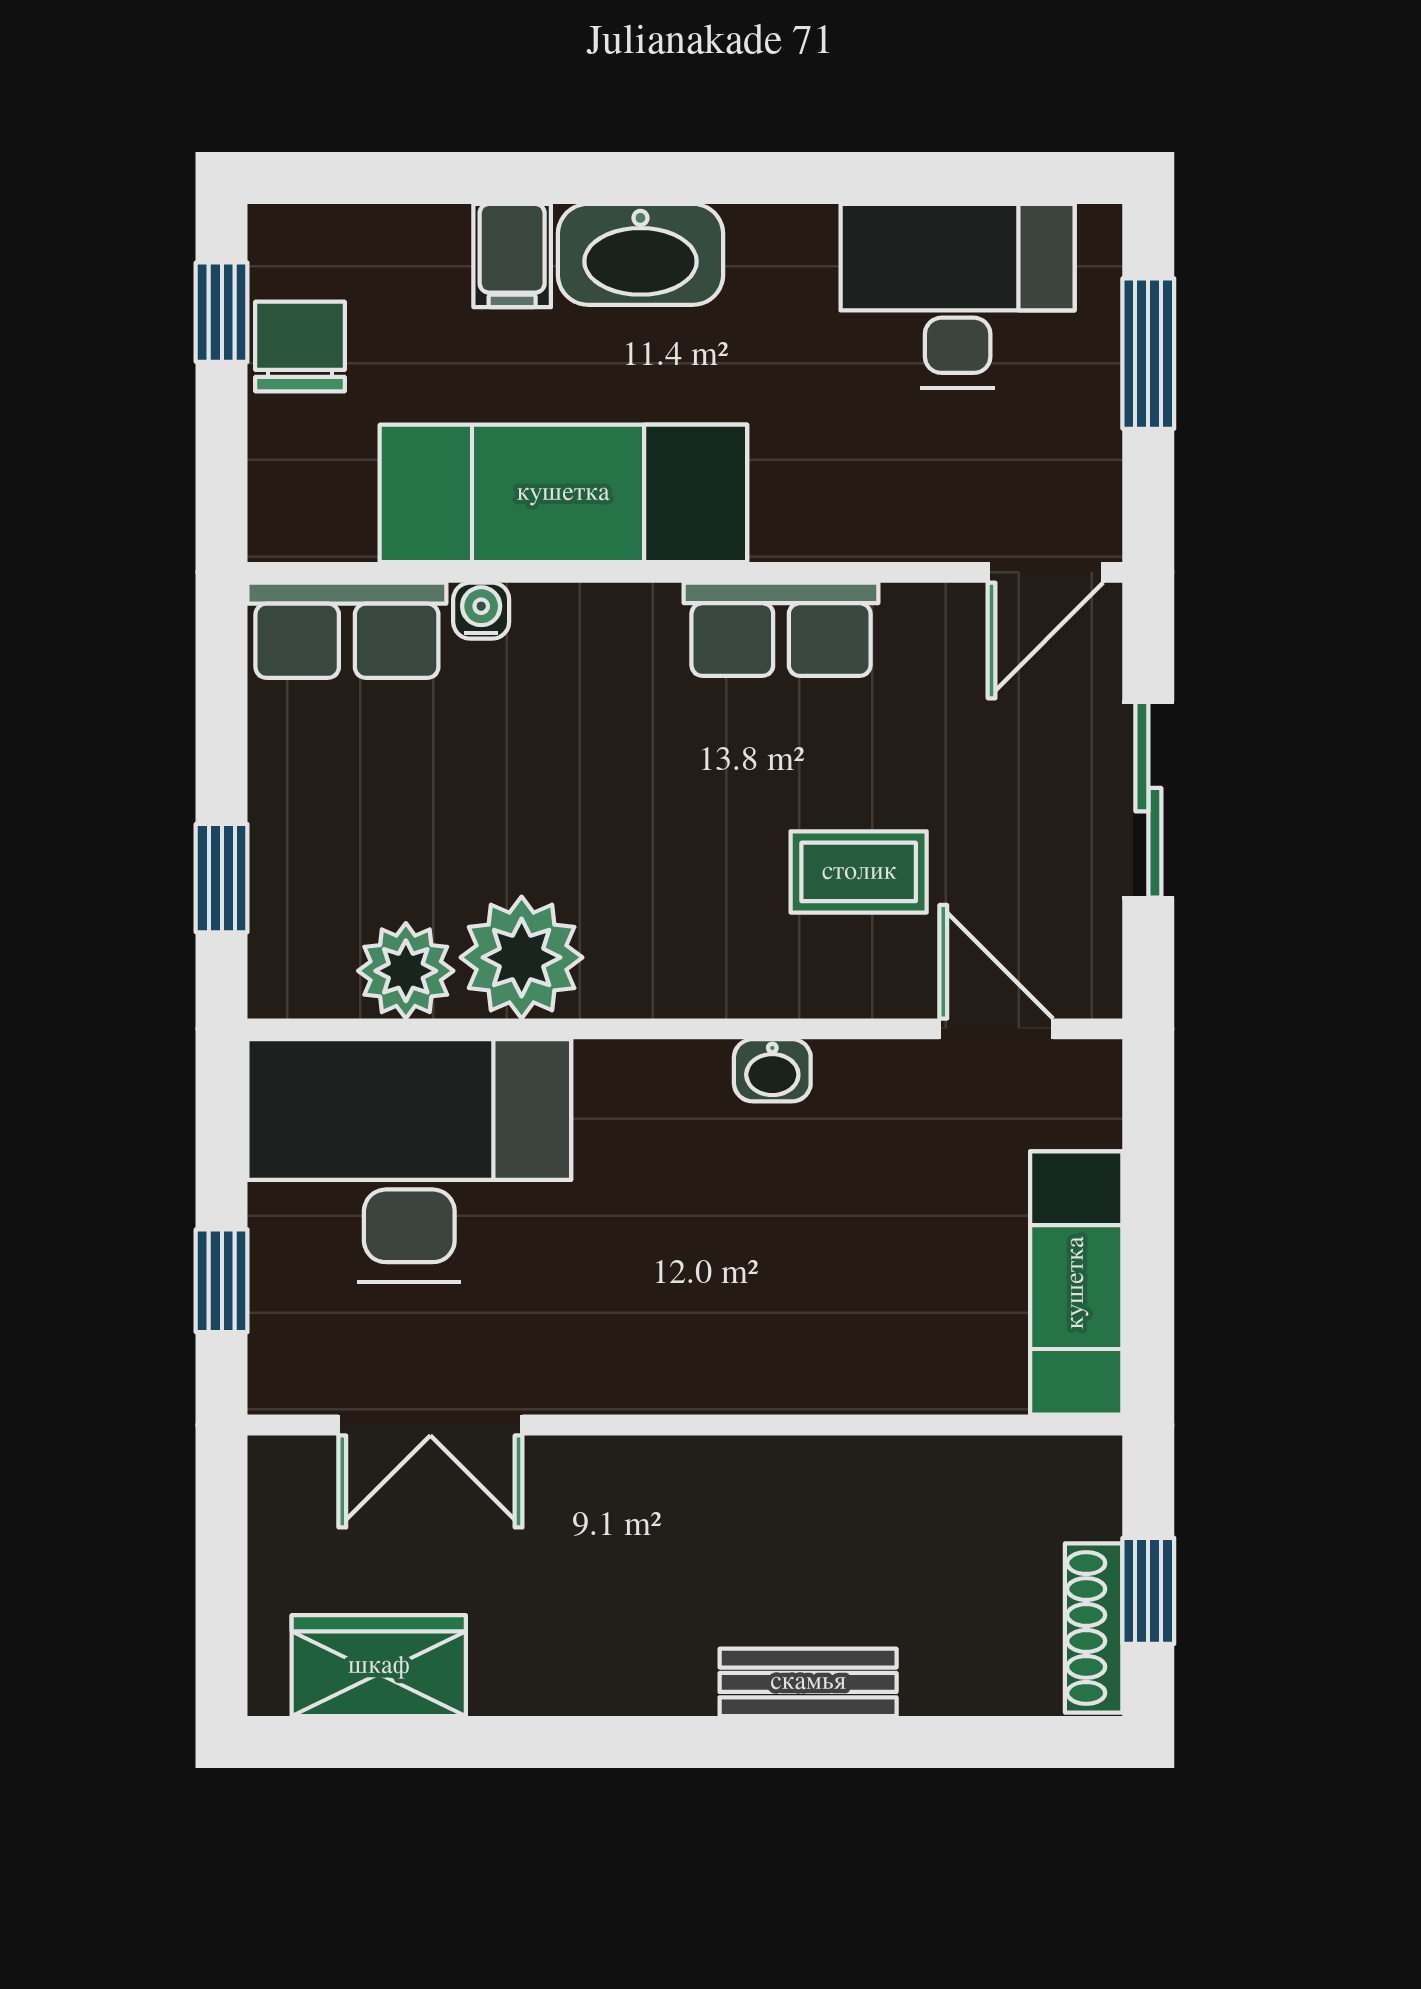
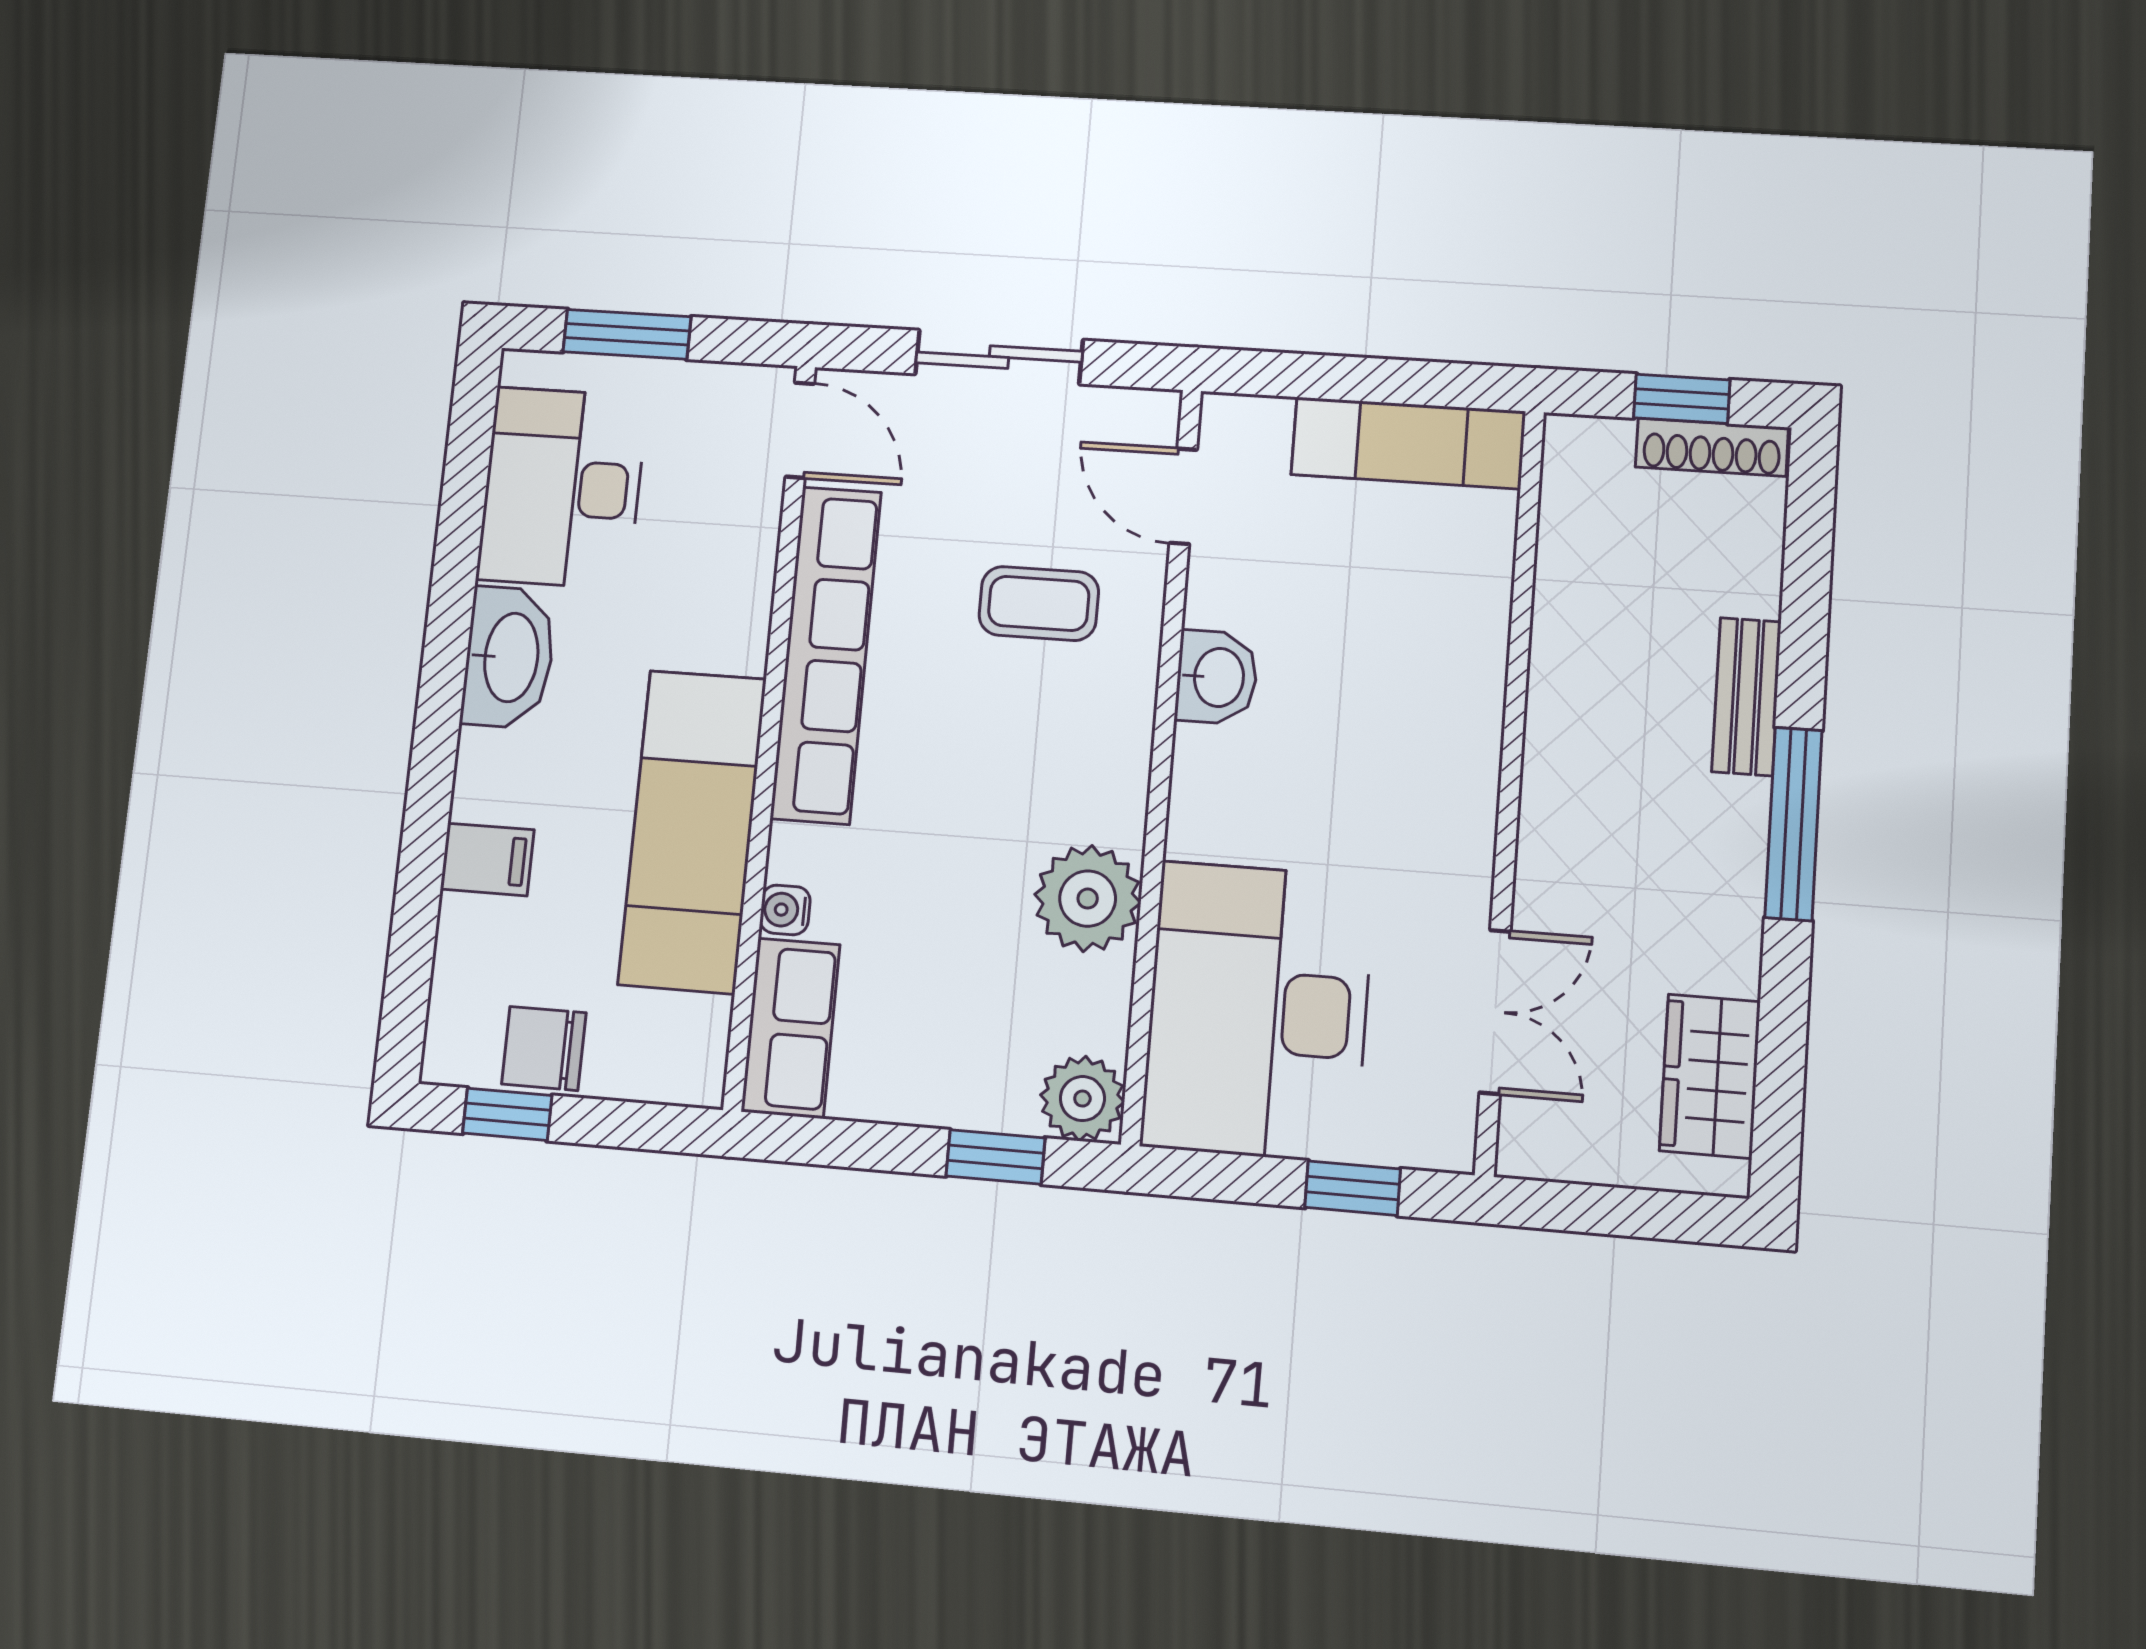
washbasin: (640, 254) -> (509, 657), moved
row of seats: (781, 629) -> (826, 655), width x2.02
coffee table: (859, 872) -> (1039, 603), turned 90
plant: (406, 971) -> (1082, 1099), moved
door: (996, 1029) -> (1183, 496), hinge flipped
washbasin: (772, 1070) -> (1217, 677), width x1.38, depth x1.45
window: (668, 1742) -> (1794, 824), added

